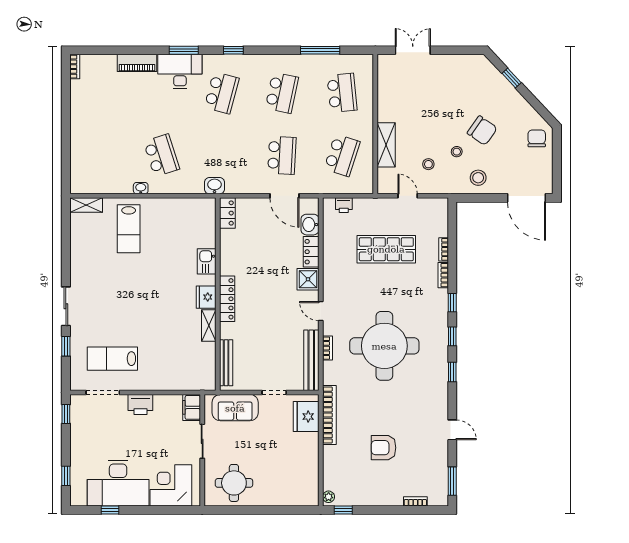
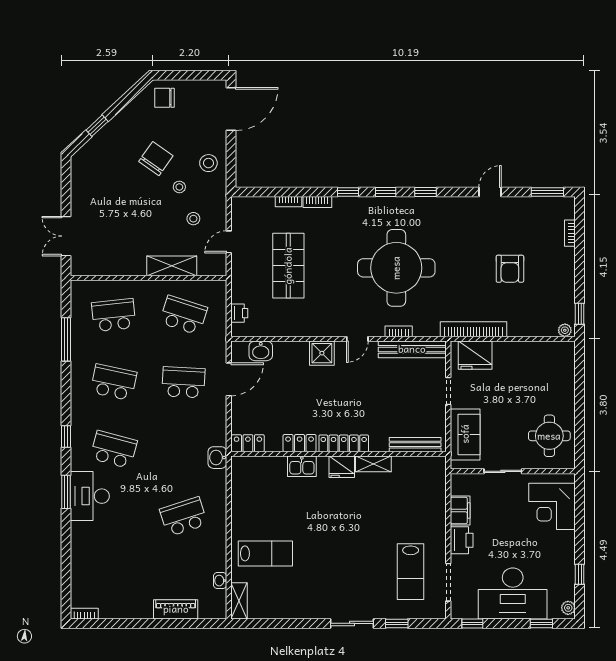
piano: (137, 63) -> (176, 609), moved, turned -90
washbasin: (141, 188) -> (220, 581), moved
locker: (311, 252) -> (300, 443), moved, turned 180
filing cabinet: (192, 407) -> (460, 511), moved, turned -90
desk: (118, 483) -> (513, 593), moved, turned 90
plant: (80, 500) -> (568, 608), added

